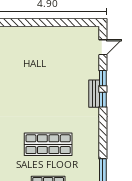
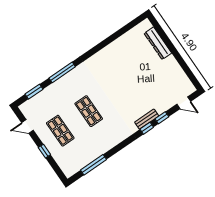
dresser: (29, 33) -> (158, 43), added
shop shelf: (48, 144) -> (89, 111), width x0.70, depth x0.74

